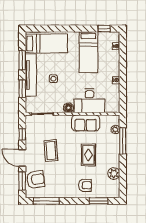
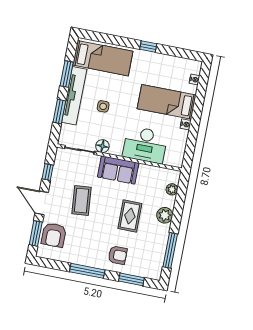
window: (104, 29) -> (148, 47), moved
bed: (88, 52) -> (167, 102), moved, turned 90
floor lamp: (69, 108) -> (102, 146), moved
sofa: (86, 123) -> (118, 170), moved
window: (123, 141) -> (170, 250), moved
plant: (114, 174) -> (165, 215), moved
armchair: (36, 180) -> (54, 235), turned 98
window: (46, 201) -> (87, 271), moved

